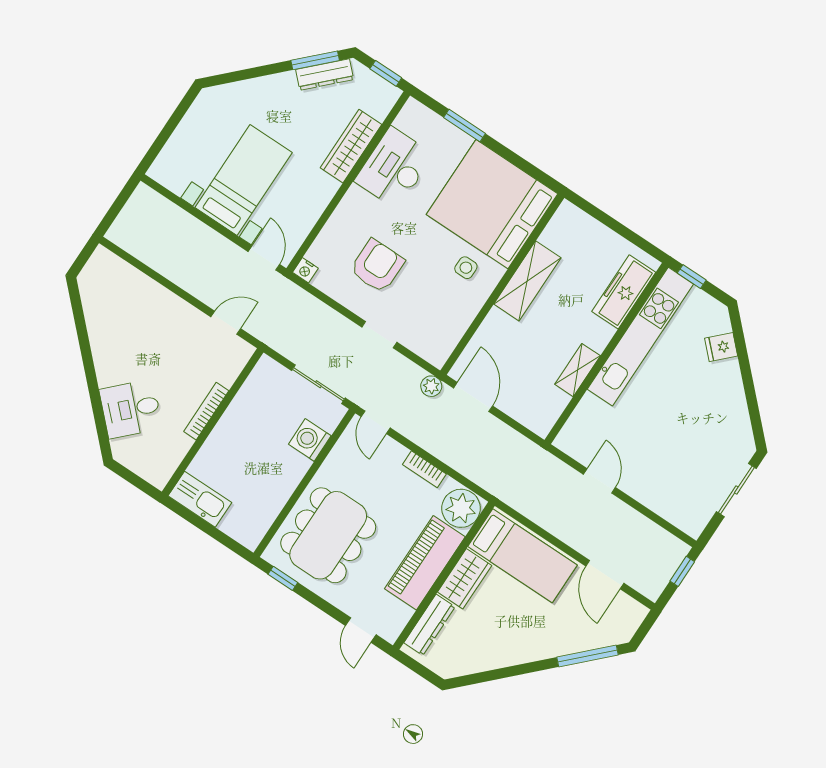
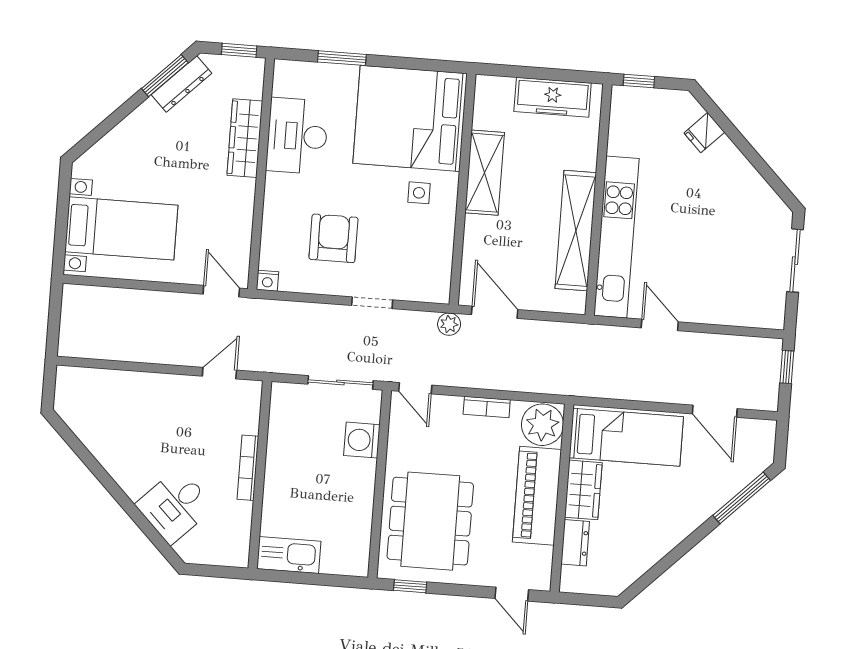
bed with nightstands: (244, 180) -> (121, 228), moved, turned 90
freezer: (624, 292) -> (553, 97), moved, turned -90
kitchen unit: (640, 337) -> (616, 237), moved
shelving: (578, 370) -> (576, 231), width x2.20, depth x1.33
dresser: (429, 625) -> (575, 543), width x0.70

